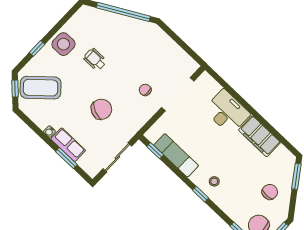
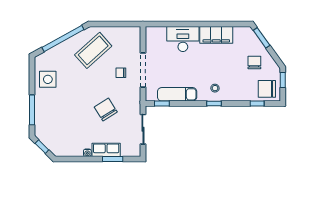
side table: (63, 44) -> (48, 79), moved
window: (37, 48) -> (32, 110), width x2.17
wheelchair: (95, 59) -> (73, 83), removed
coffee table: (41, 88) -> (93, 50), moved
doorway: (178, 94) -> (143, 70), moved
chair: (101, 109) -> (106, 110), turned -55

